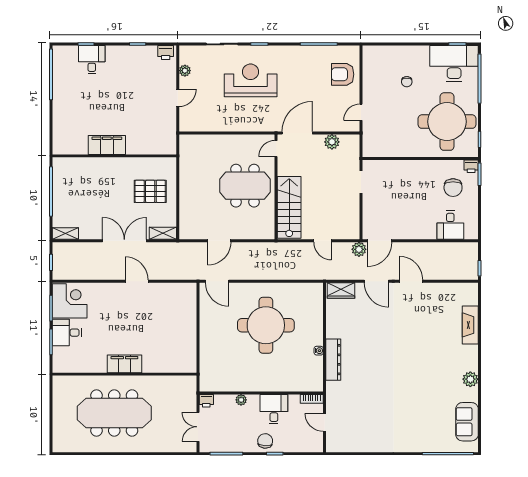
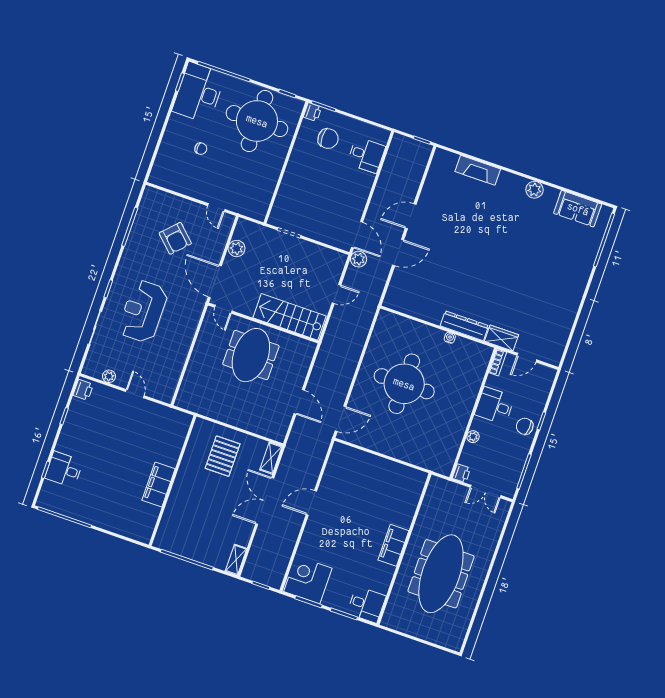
armchair: (343, 74) -> (175, 238), moved, turned -46
wardrobe: (341, 290) -> (502, 338), moved, turned -90
desk: (67, 333) -> (366, 605), moved, turned -90

